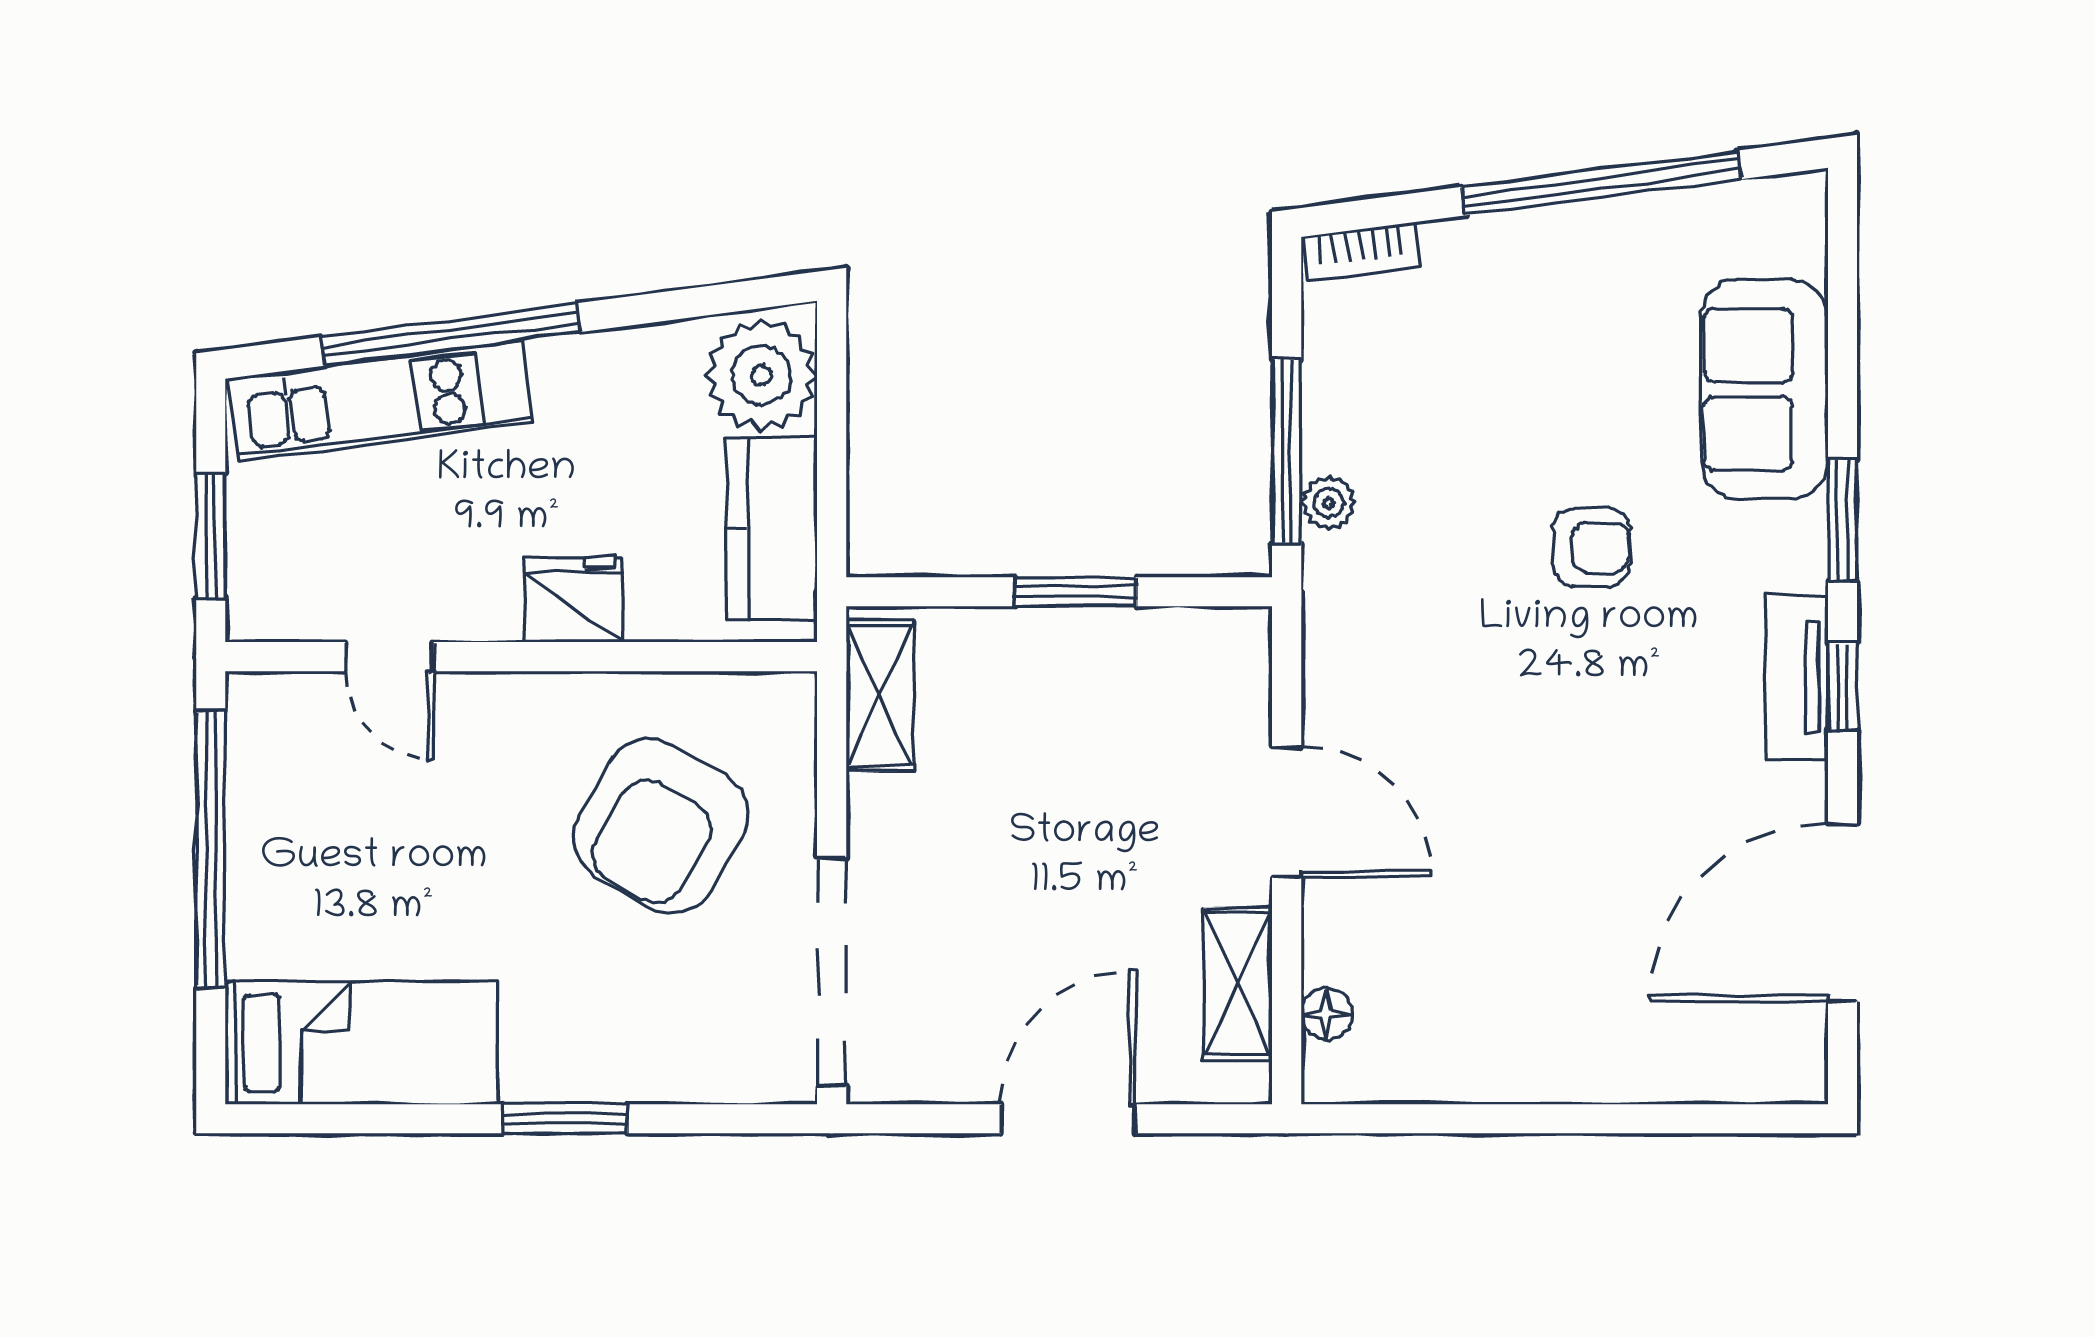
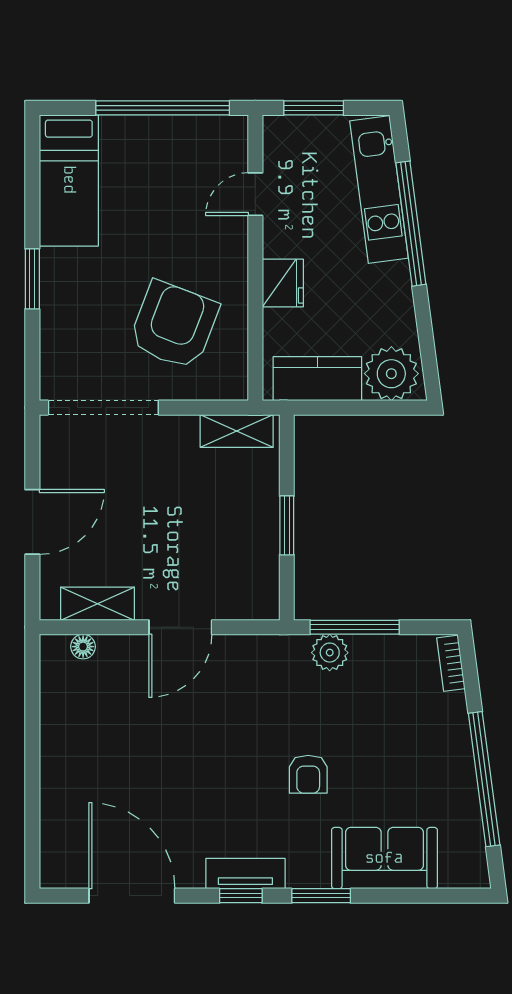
plant: (1329, 503) -> (330, 653), width x1.38, depth x1.38
armchair: (661, 826) -> (174, 325), turned 81
door: (1068, 1119) -> (32, 522), hinge flipped

